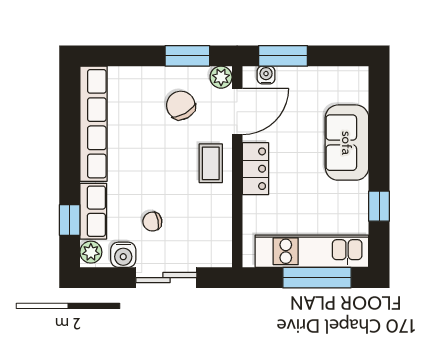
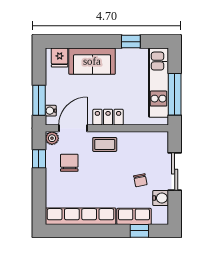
window: (187, 56) -> (39, 159), width x0.67
fridge: (353, 90) -> (60, 57), added
chair: (181, 105) -> (69, 163), turned 120
door: (237, 112) -> (73, 128), hinge flipped
plant: (91, 252) -> (159, 218), removed
window: (317, 278) -> (175, 94), moved

